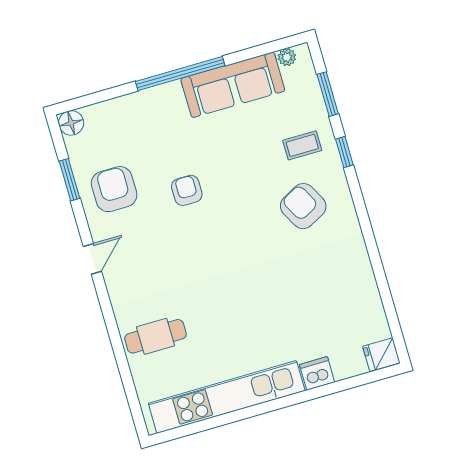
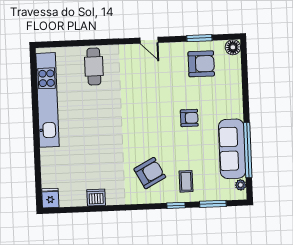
window: (180, 73) -> (248, 150), moved
armchair: (114, 189) -> (201, 64), moved
armchair: (187, 190) -> (189, 118), moved
dishwasher: (317, 373) -> (96, 197), moved, turned -90

